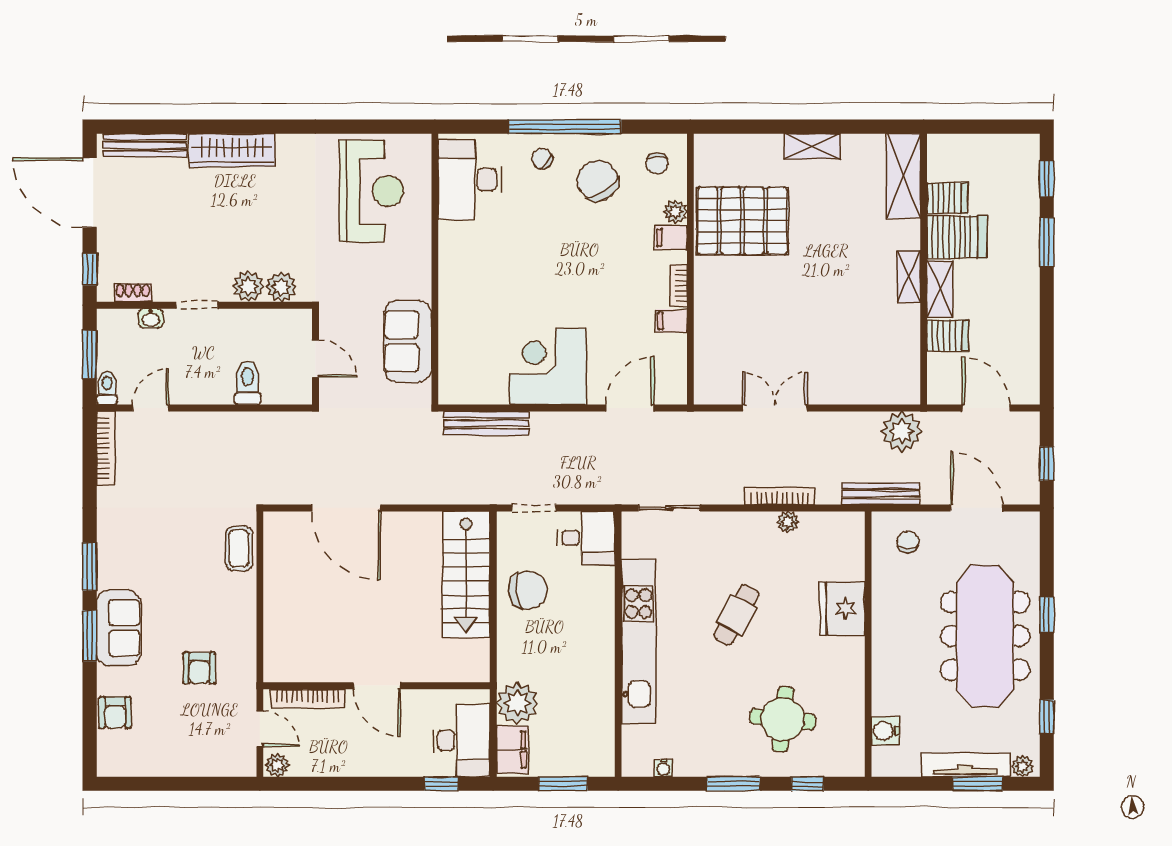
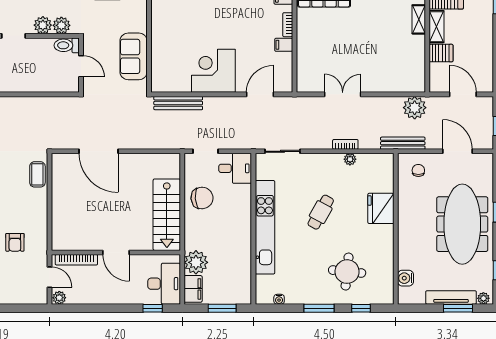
toilet: (248, 383) -> (67, 45), moved, turned -90
bookcase: (780, 496) -> (345, 144), width x0.64
stairs: (466, 574) -> (167, 215), moved

